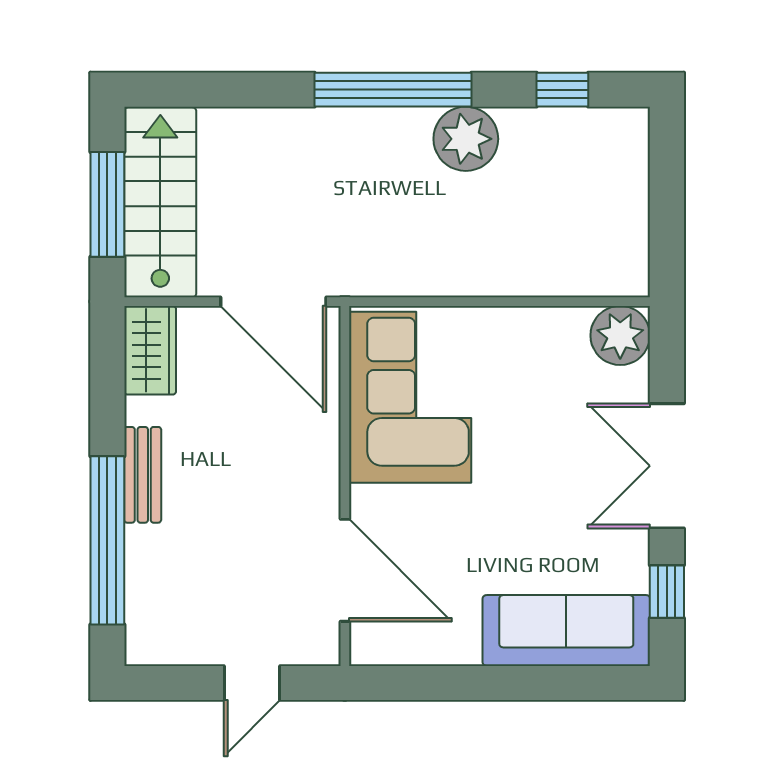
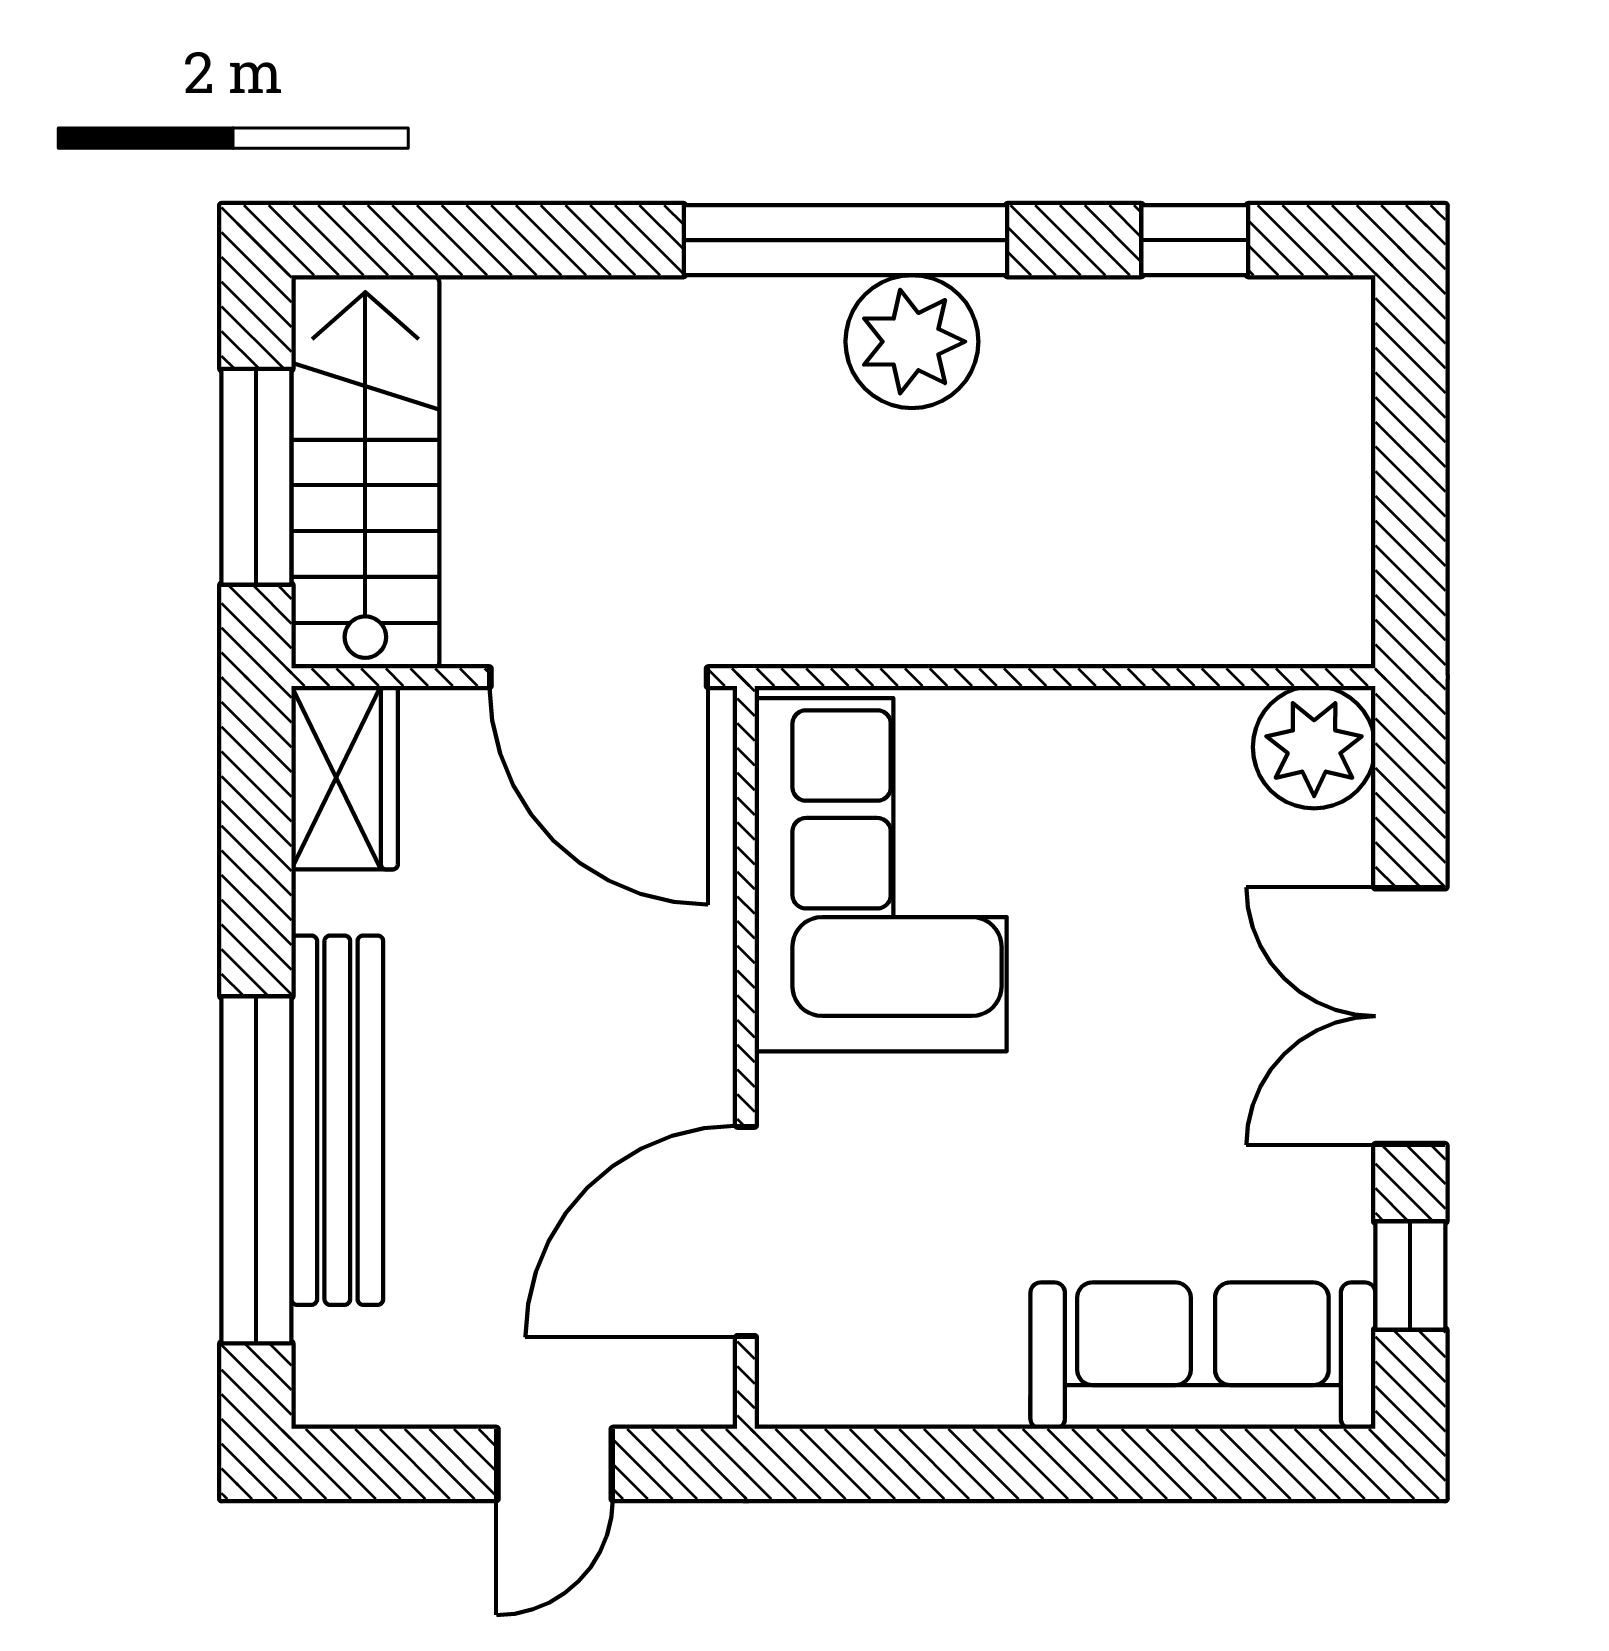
plant: (466, 139) -> (912, 342), moved
bench: (143, 475) -> (337, 1120), width x1.86, depth x1.21
door: (345, 570) -> (746, 1231), swing flipped

